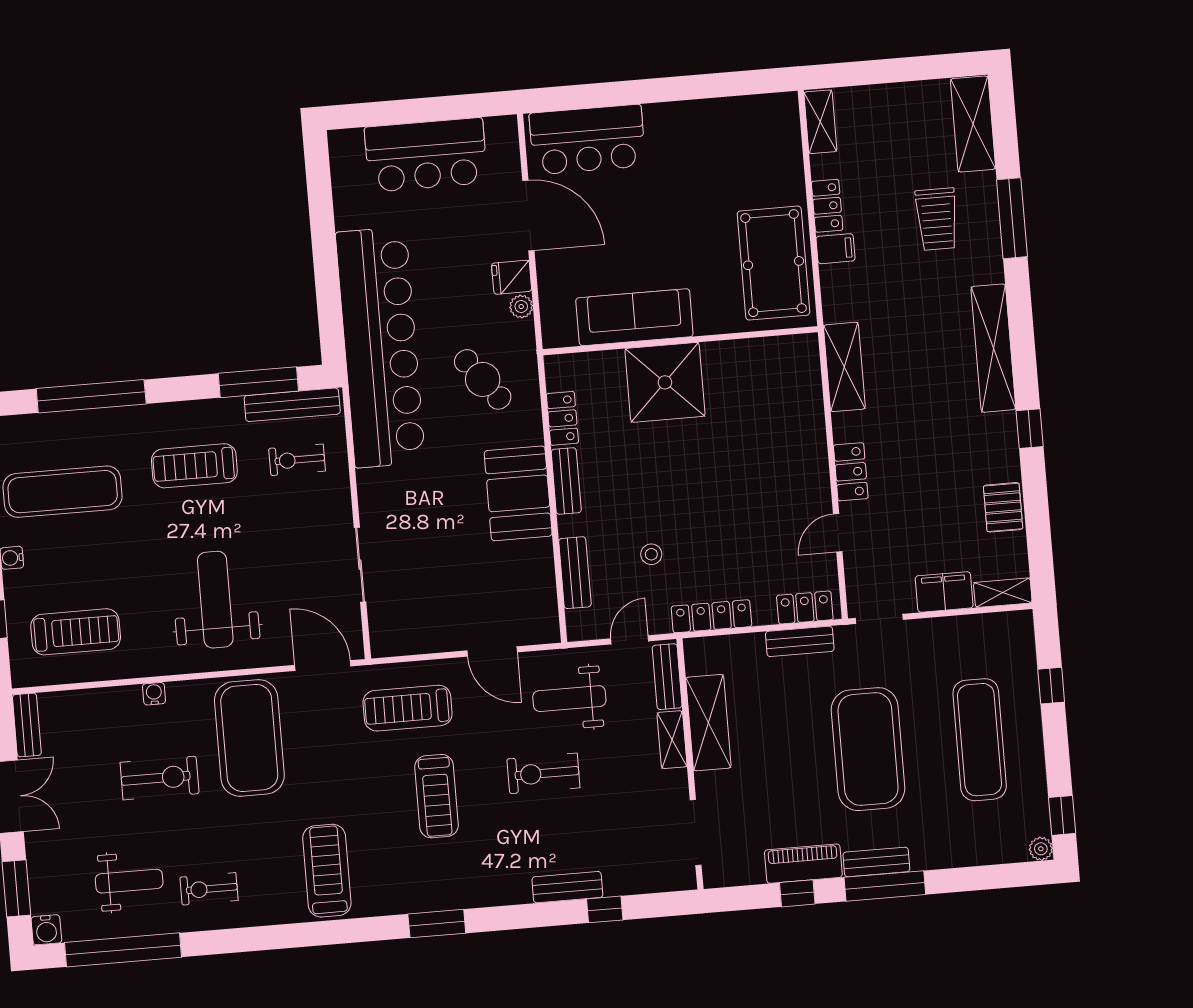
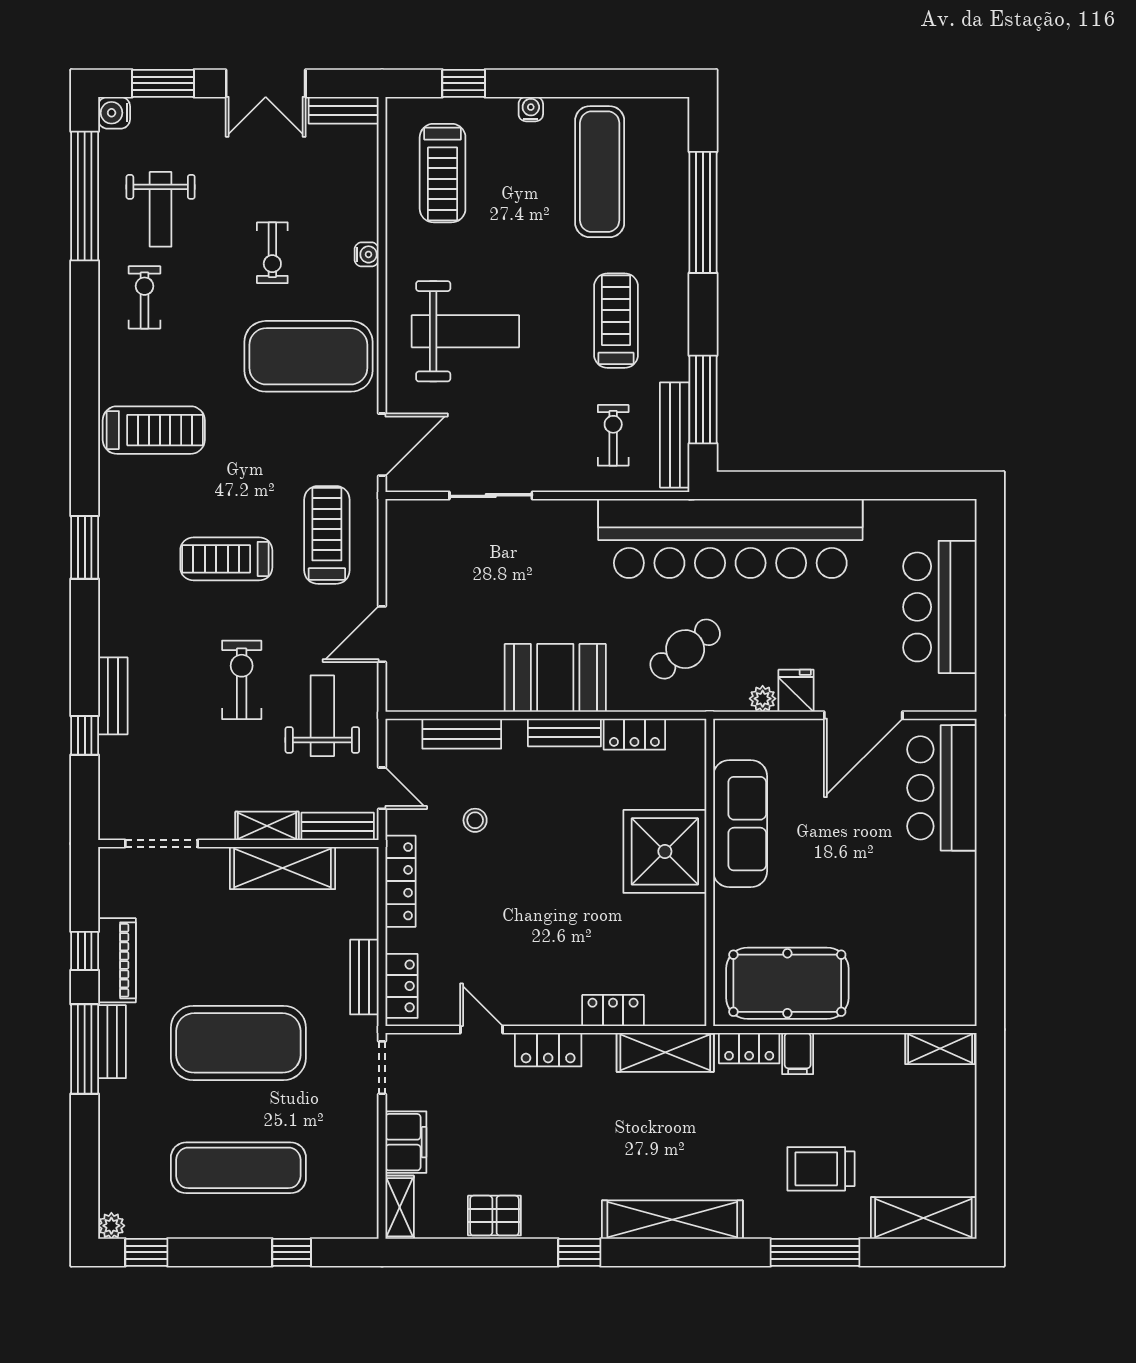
locker: (827, 206) -> (749, 1048), moved
locker: (811, 417) -> (613, 1011), added
exercise bike: (160, 778) -> (272, 253), width x0.73, depth x0.72

